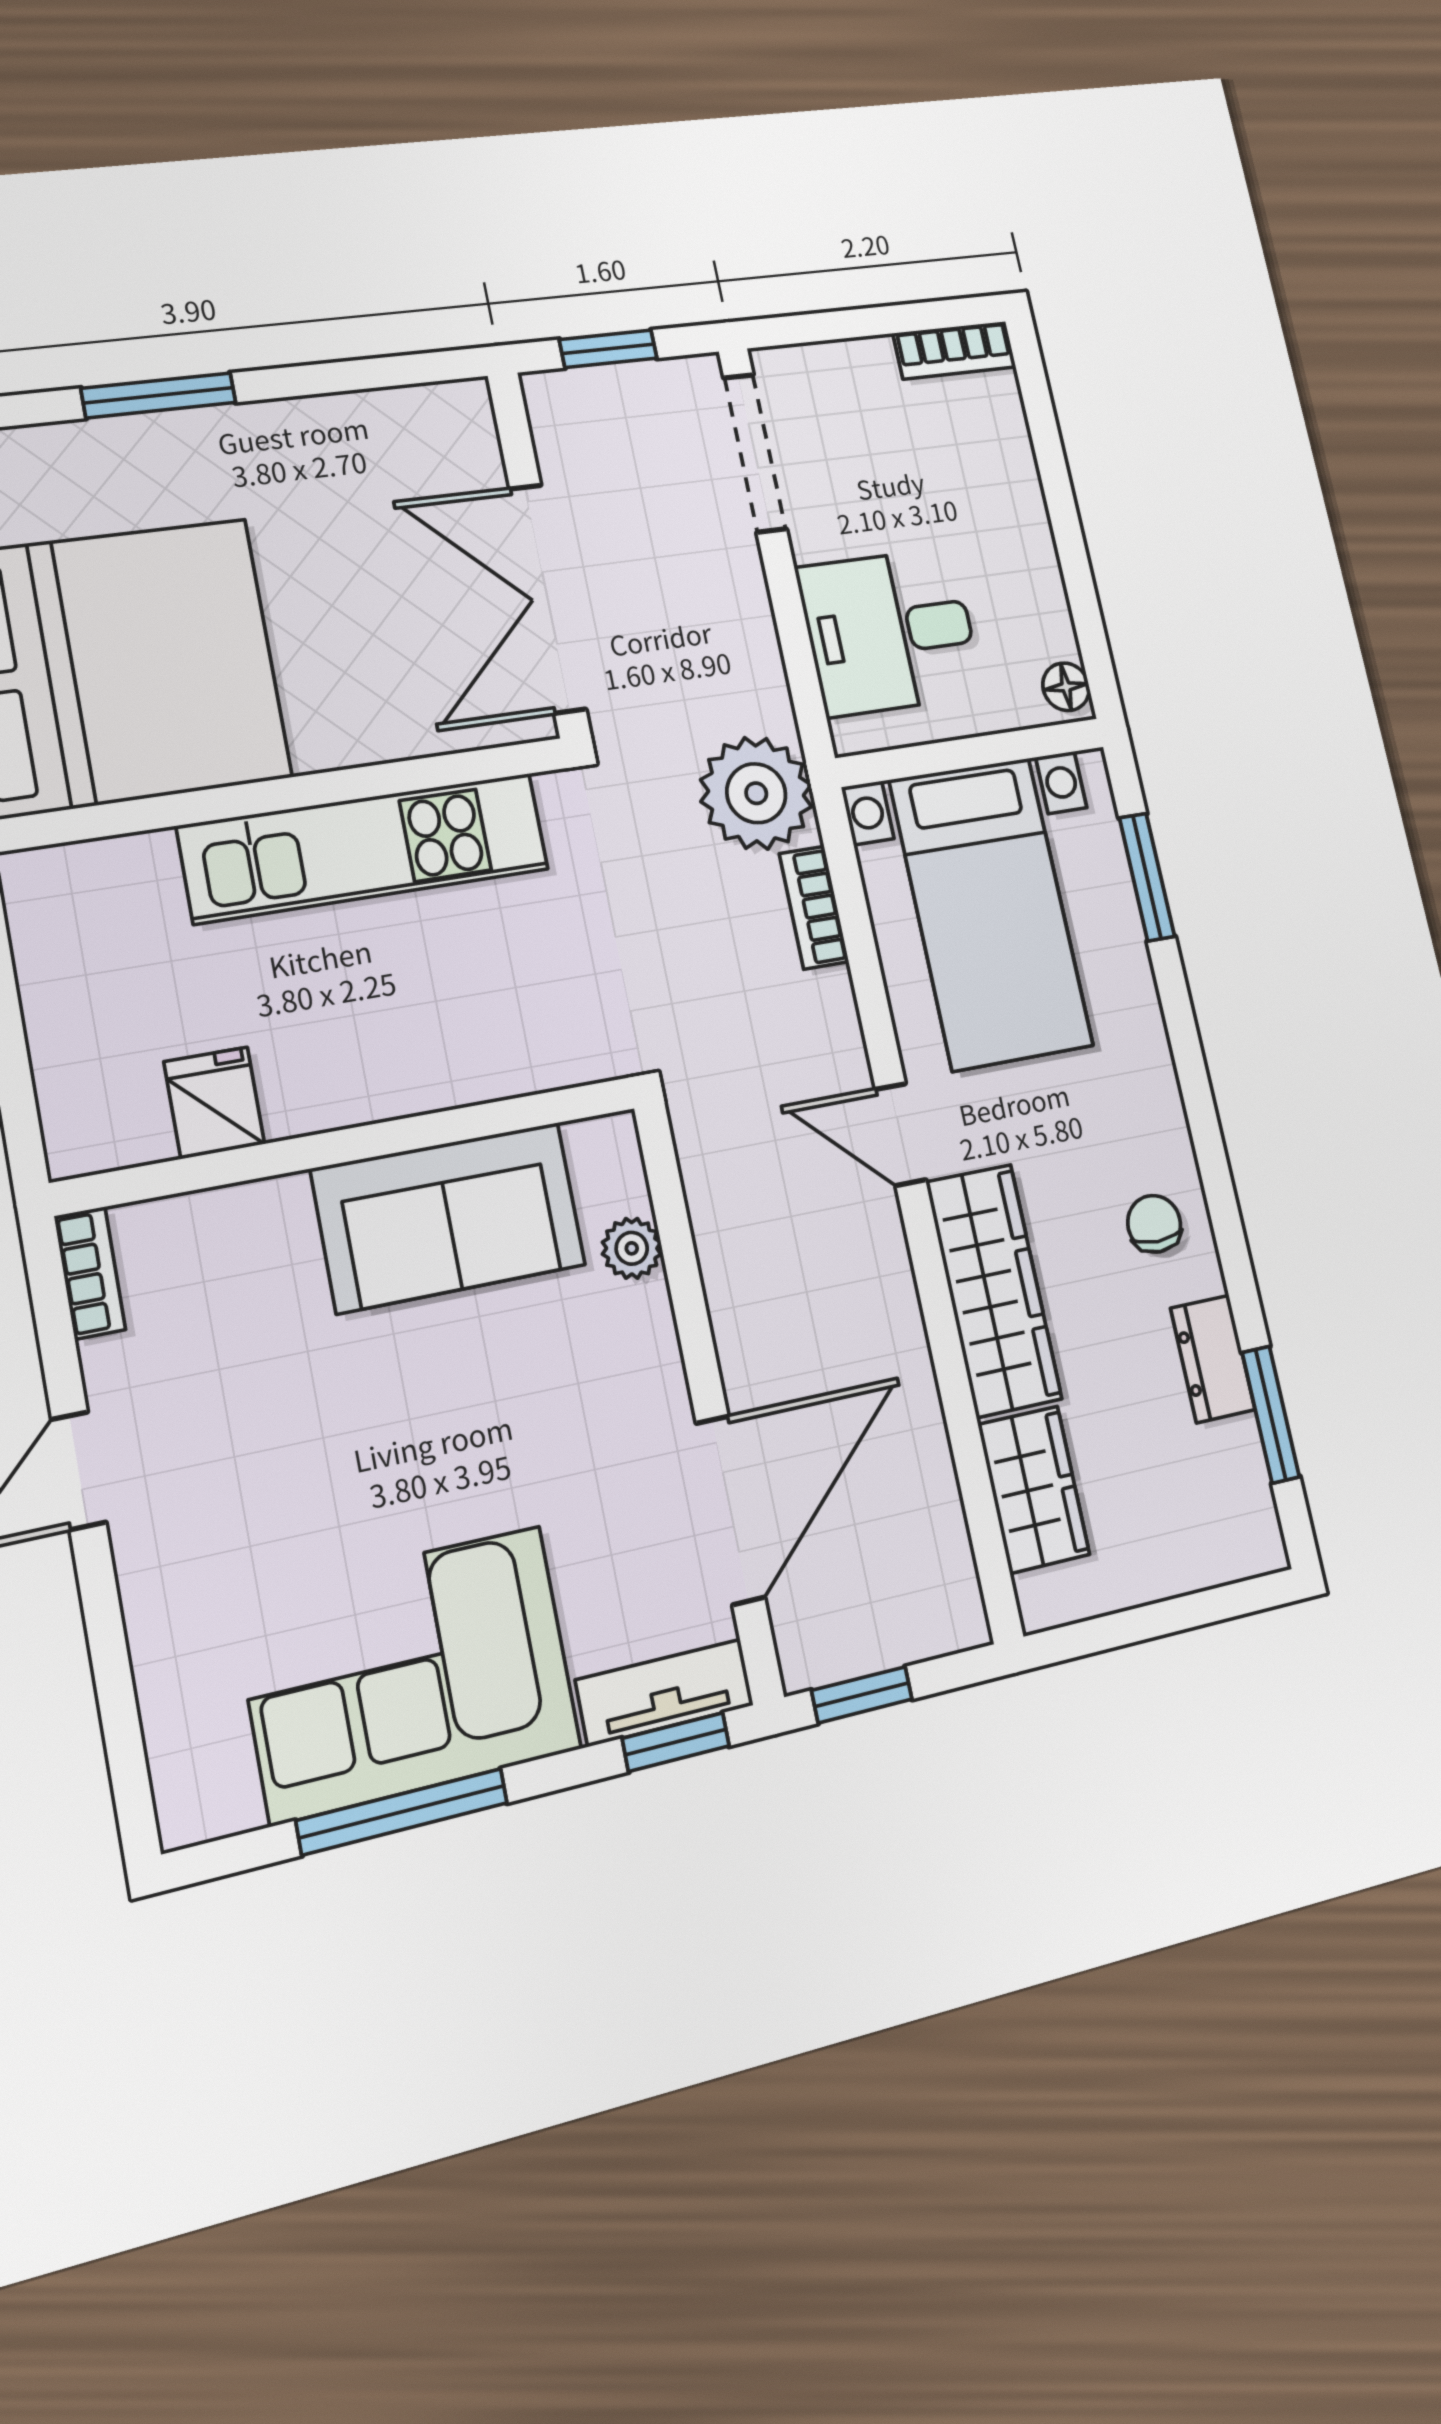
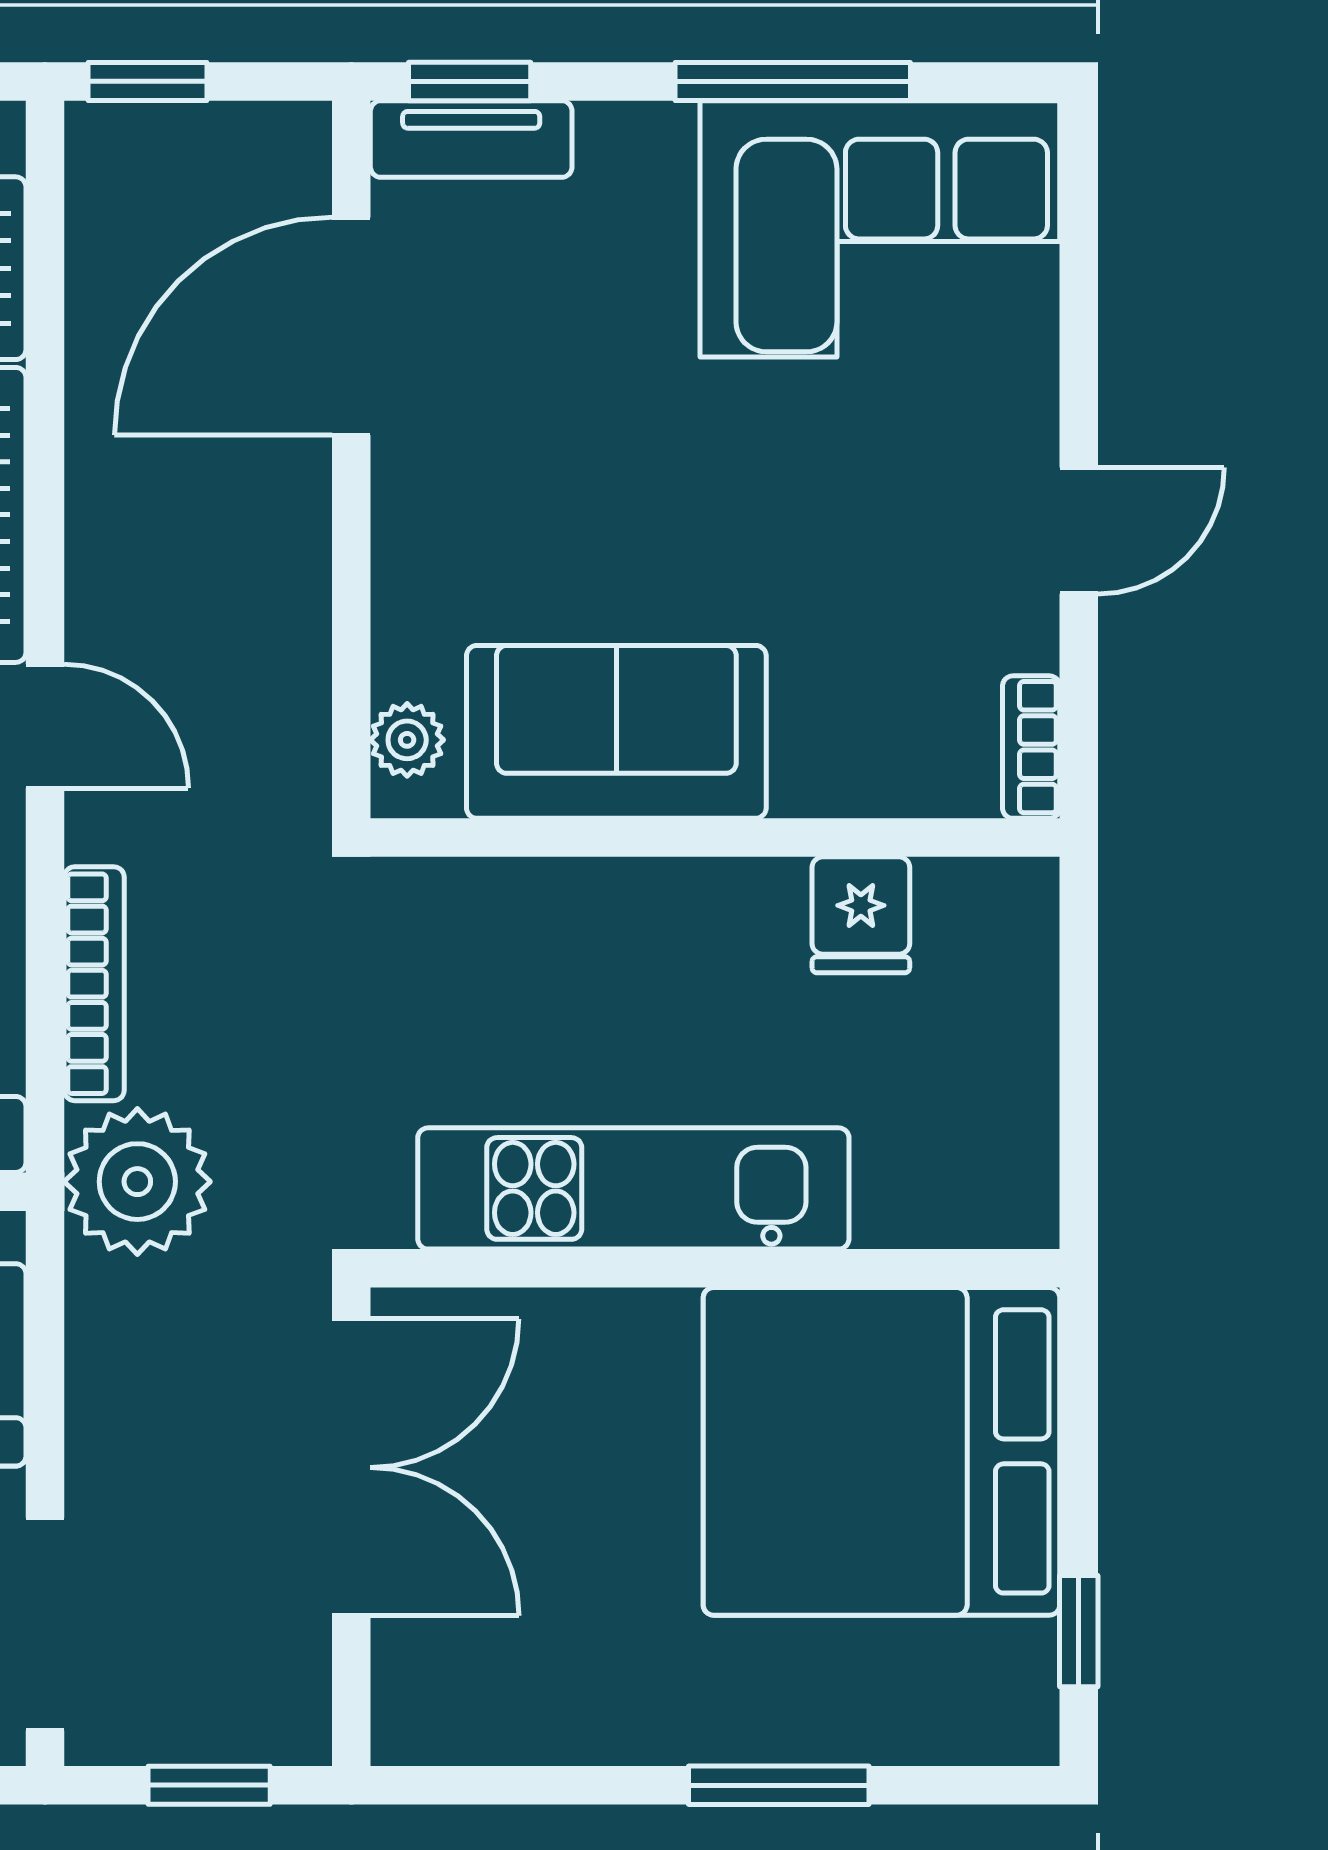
bookcase: (814, 908) -> (94, 984), width x1.56
plant: (632, 1248) -> (407, 740), moved
corner sofa: (407, 1674) -> (880, 229), moved
window: (862, 1695) -> (148, 81), moved

